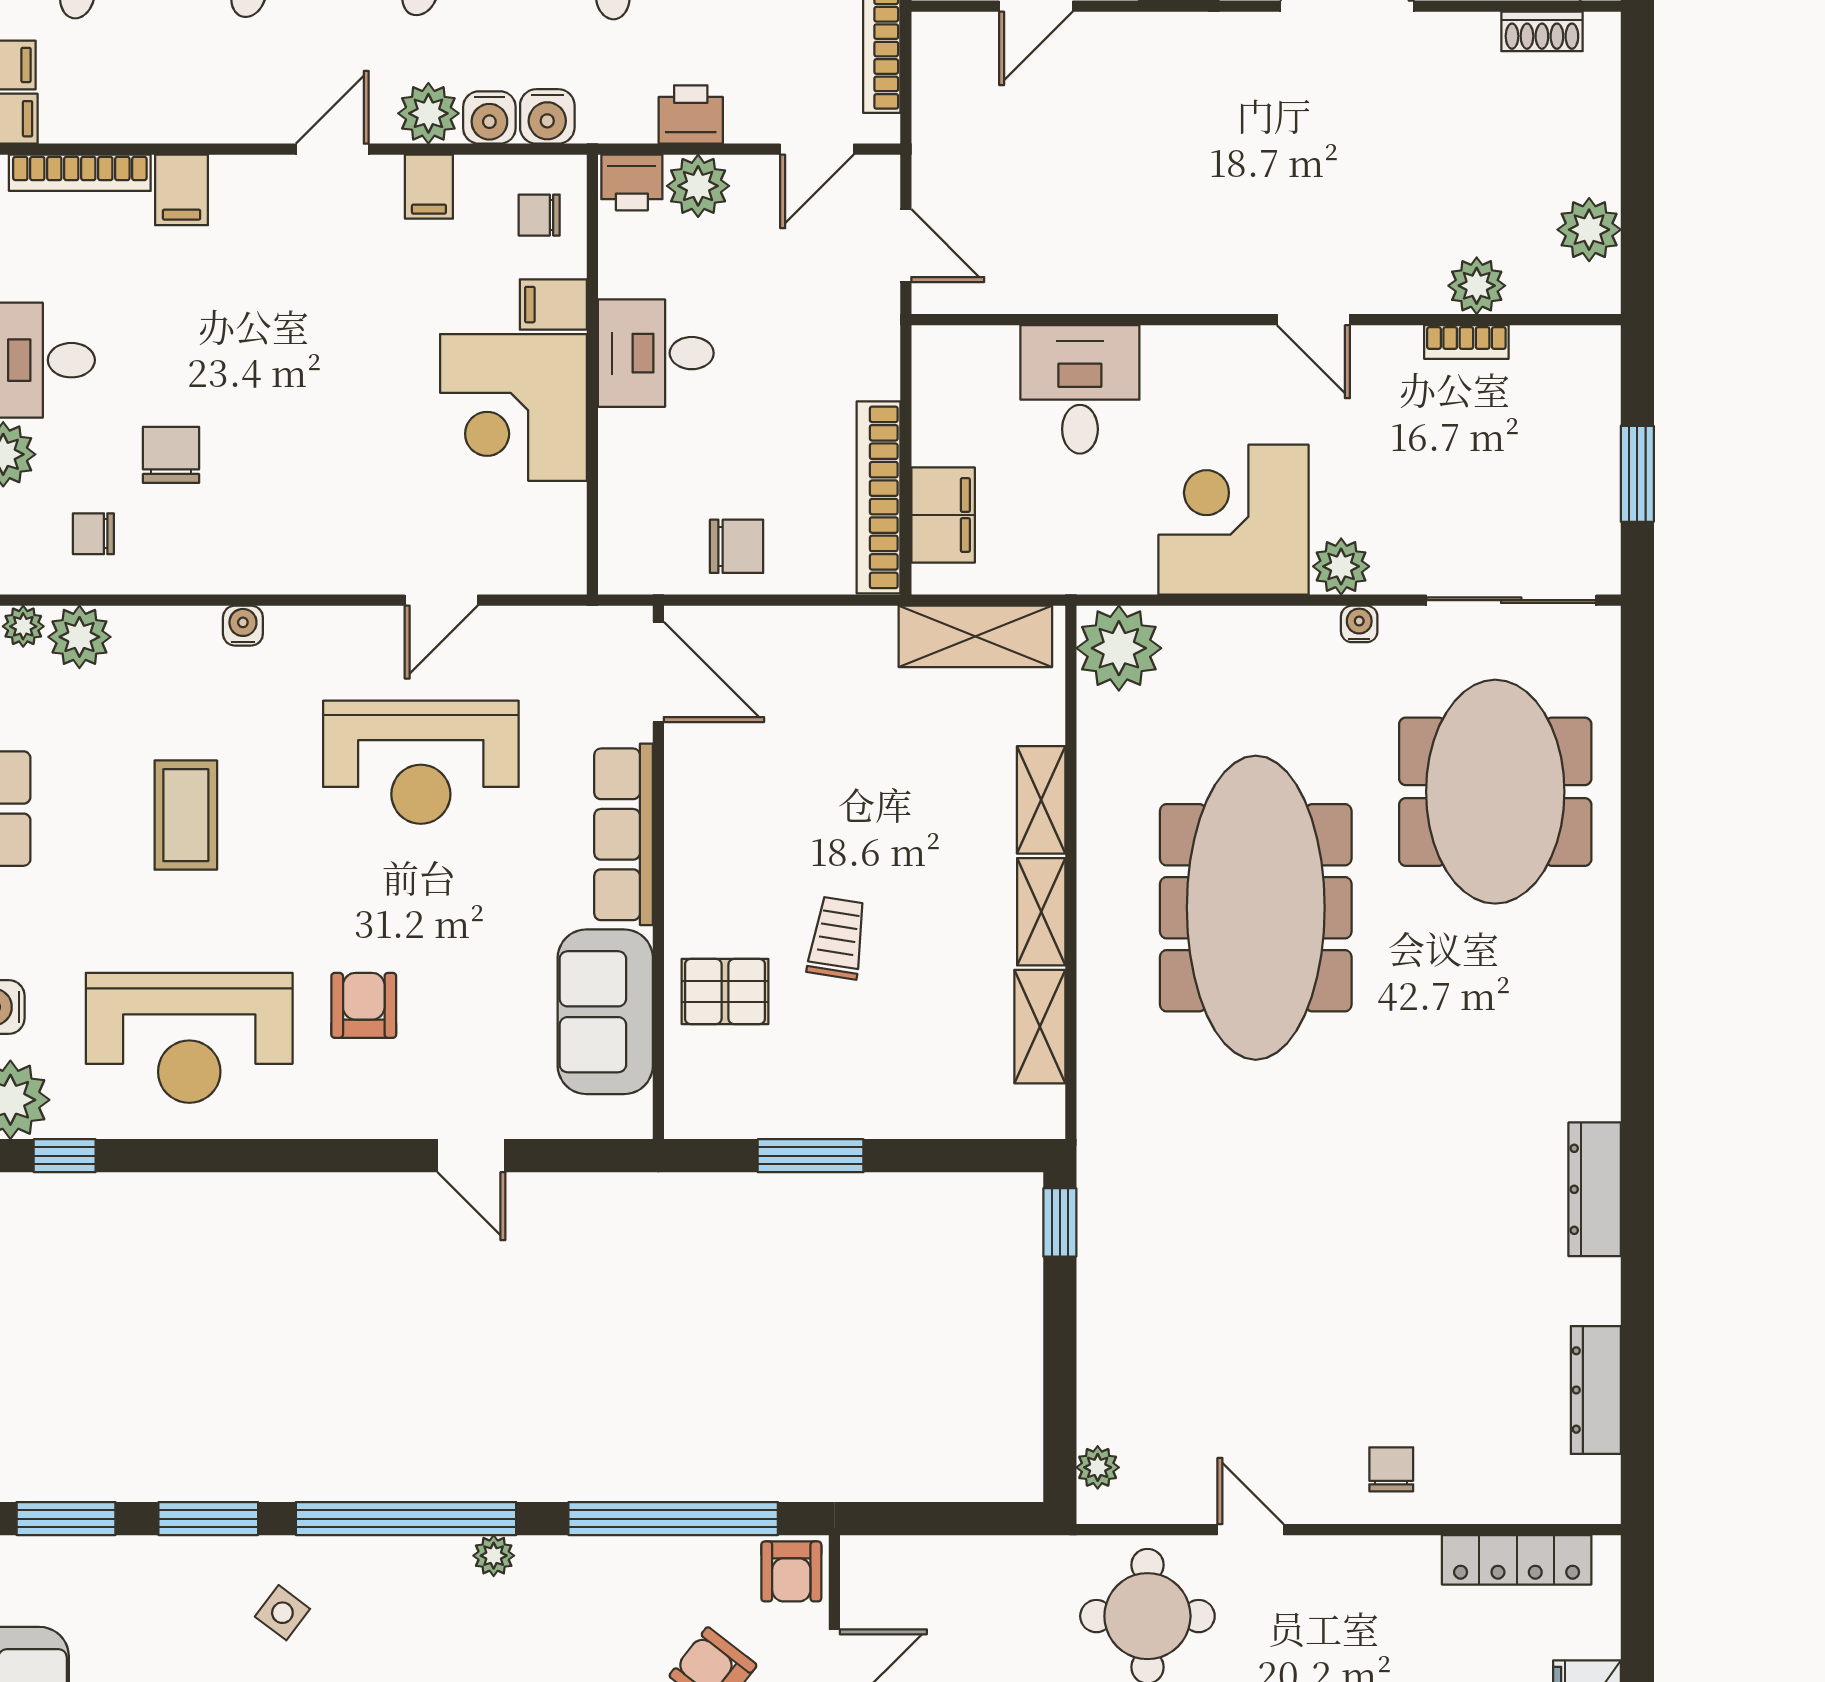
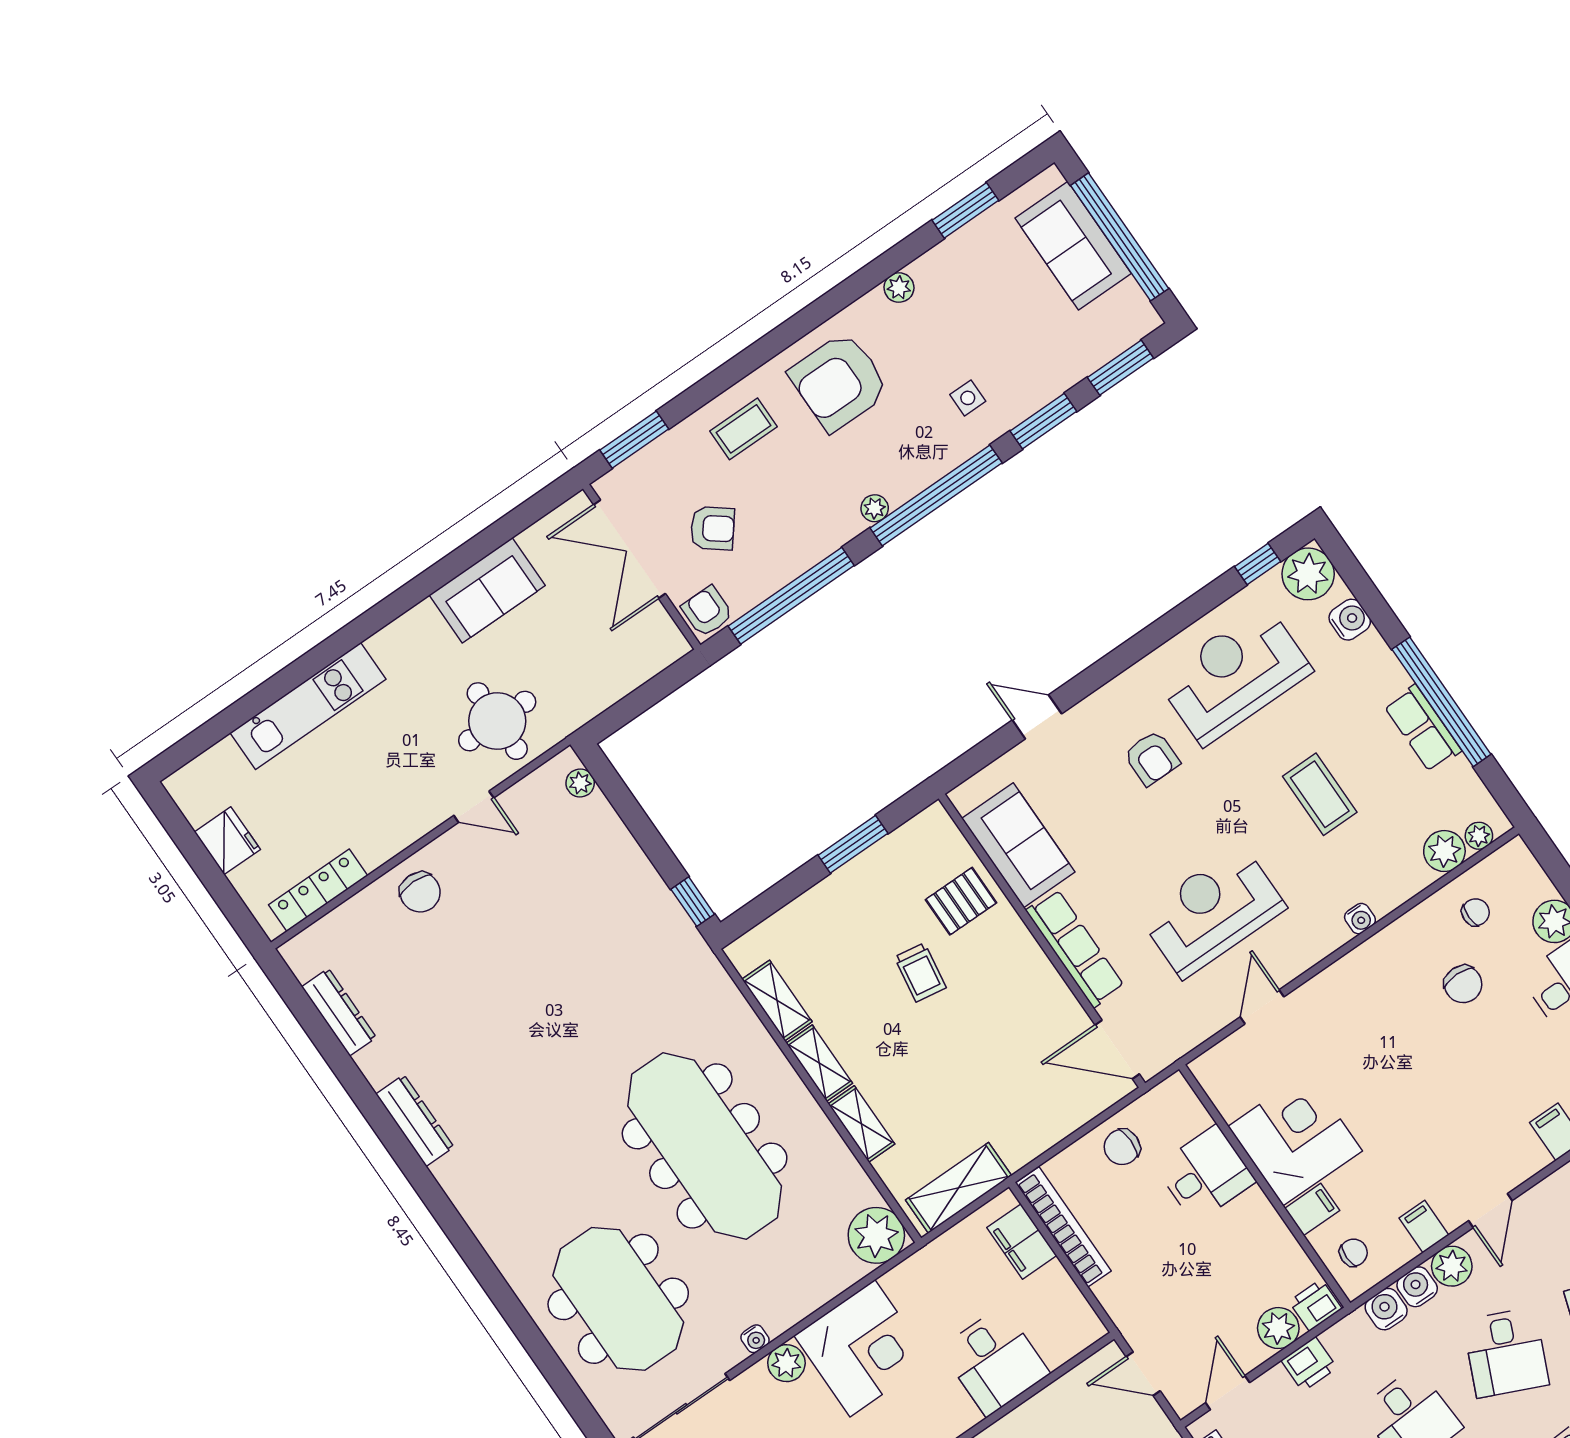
desk: (656, 353) -> (1206, 1174), moved
chair: (1391, 1469) -> (420, 892), width x1.37, depth x1.37
side table: (282, 1613) -> (968, 398), turned -37

